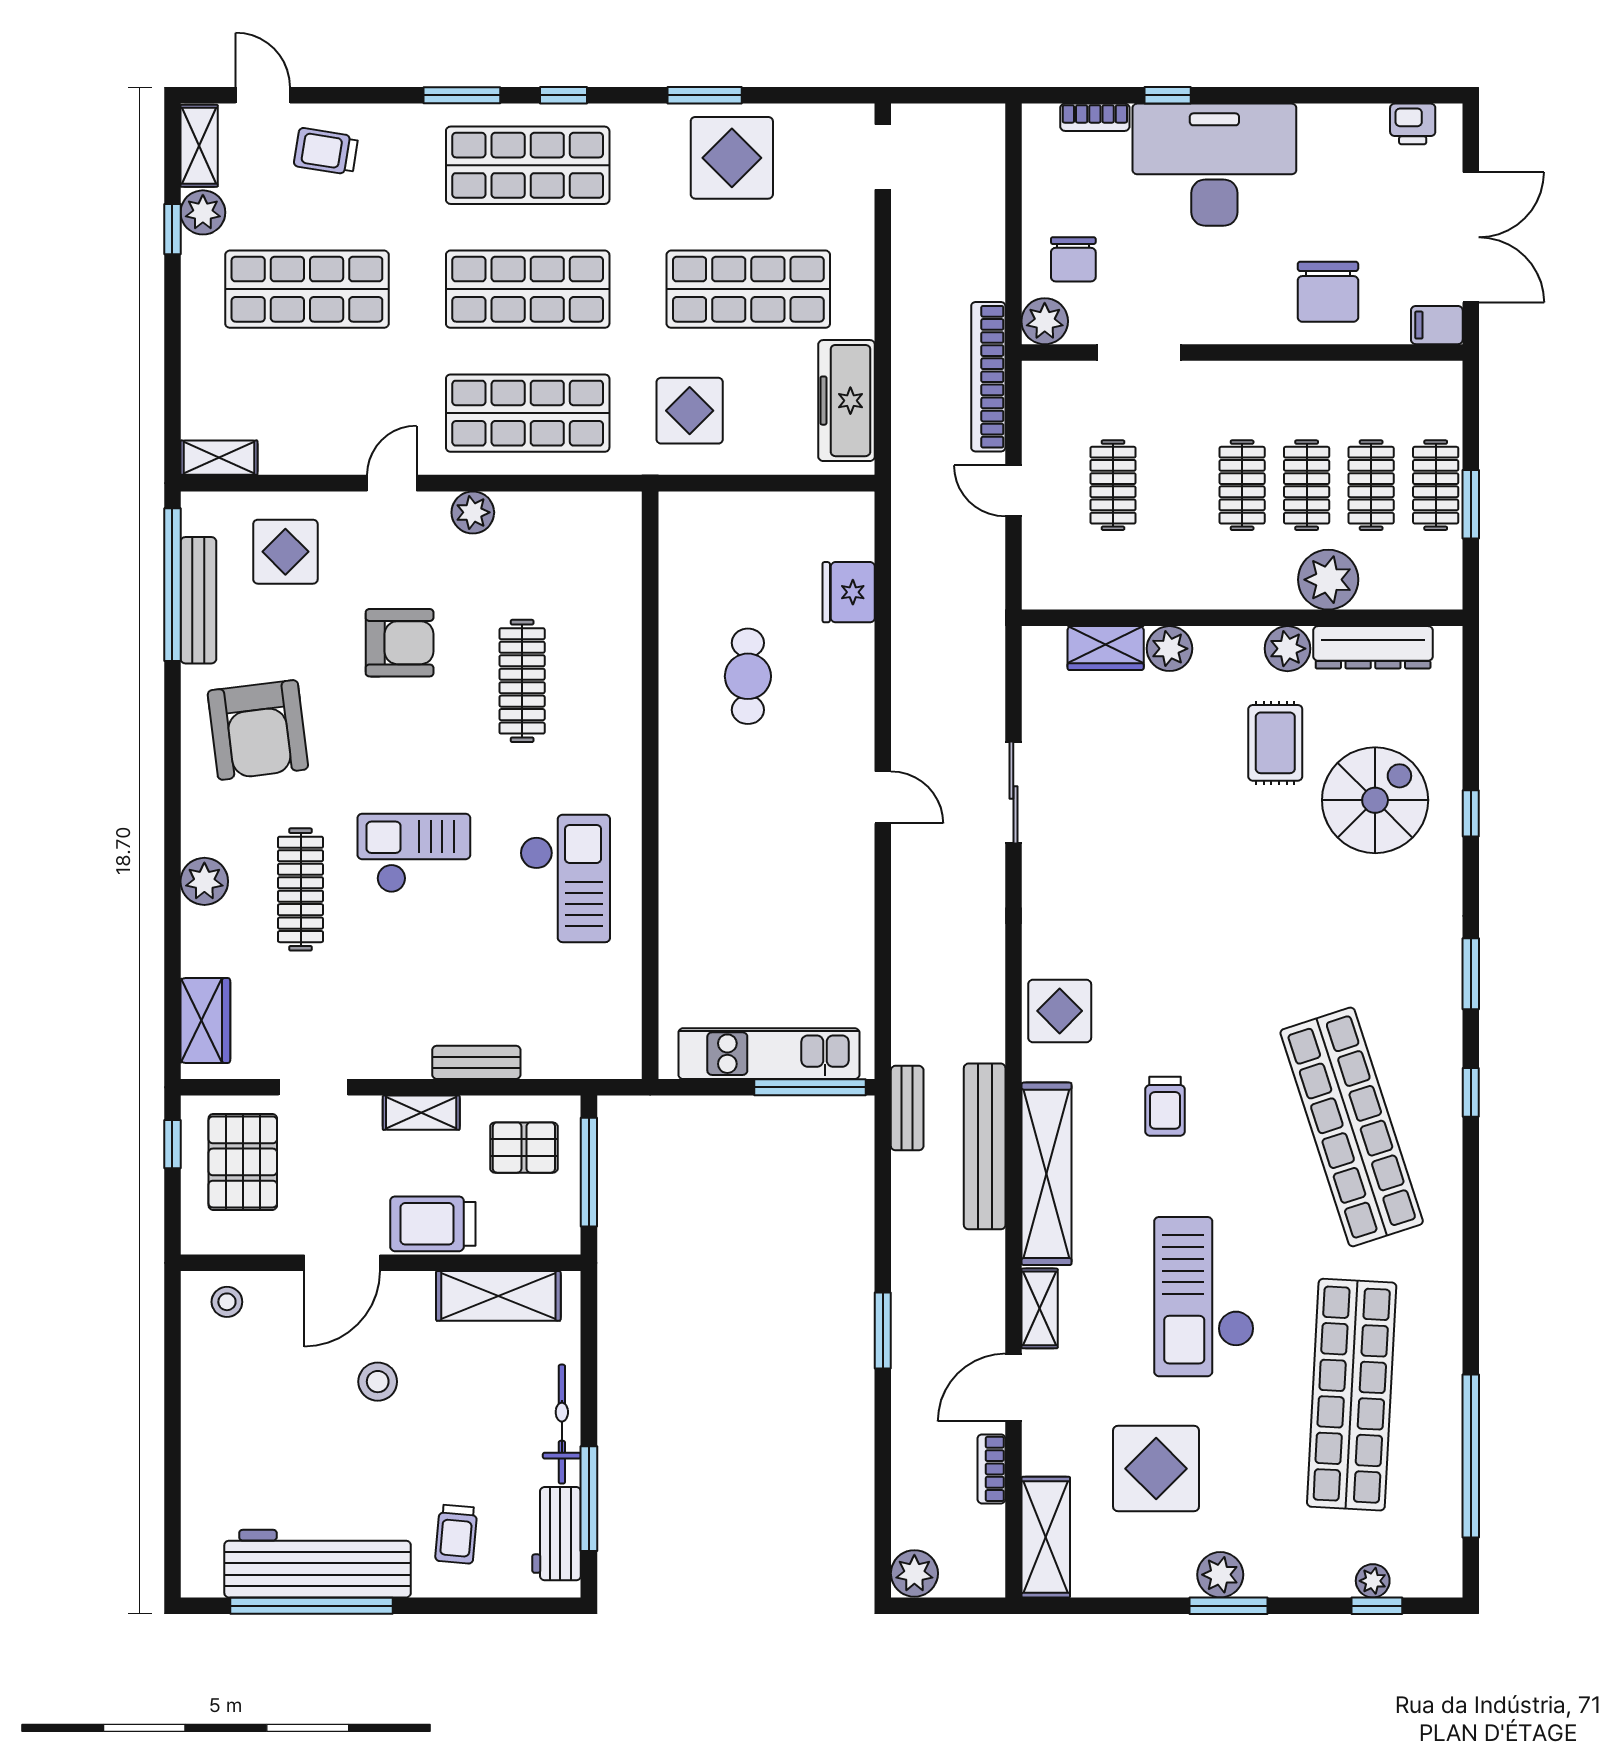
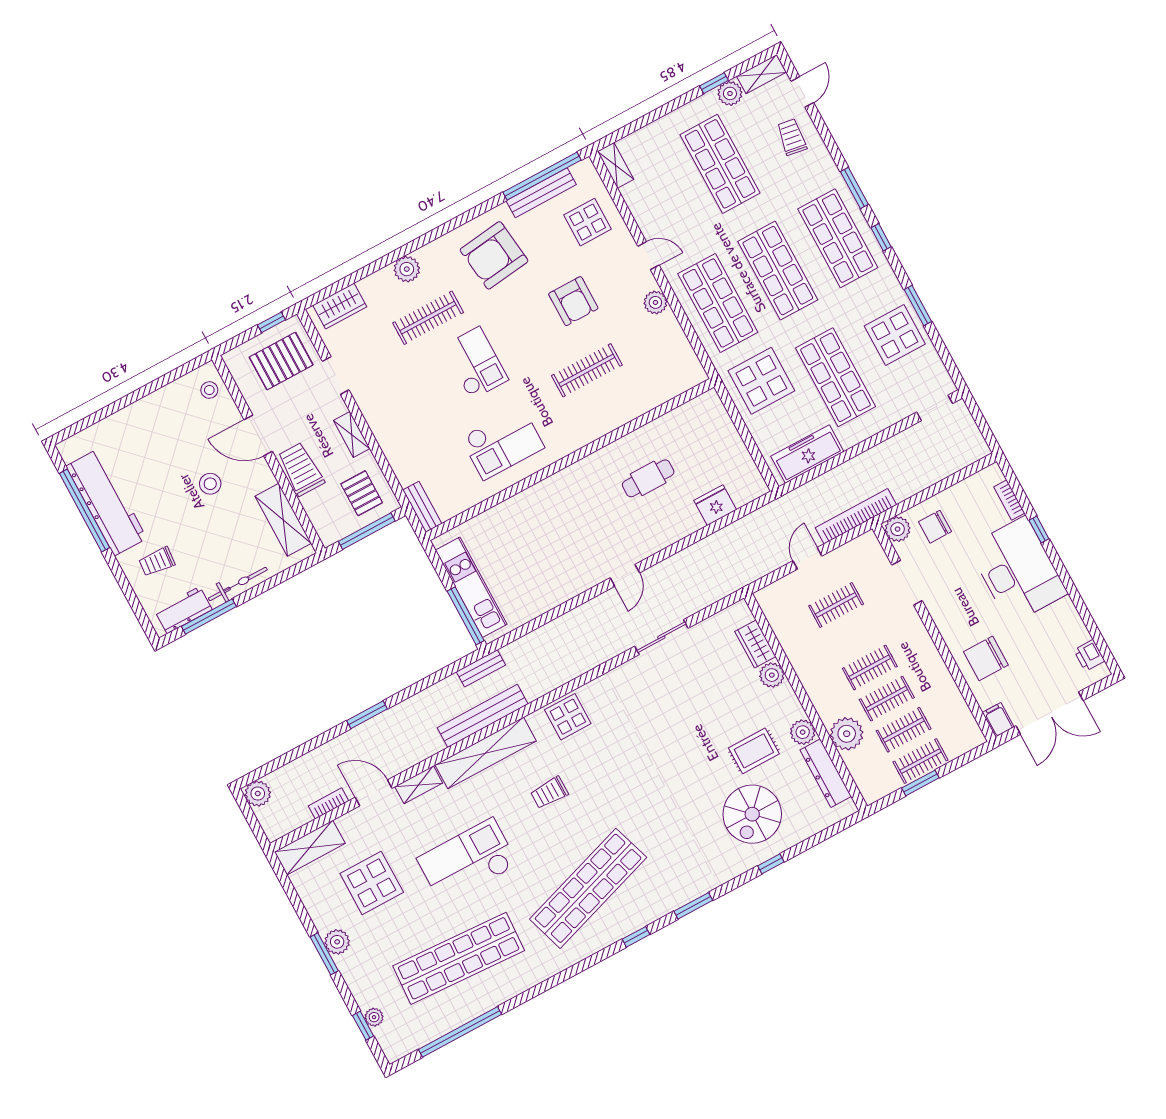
display table: (690, 411) -> (761, 381), width x1.36, depth x1.36
spiral stairs: (1375, 800) -> (752, 814), turned 90
bench: (476, 1062) -> (422, 507), moved

